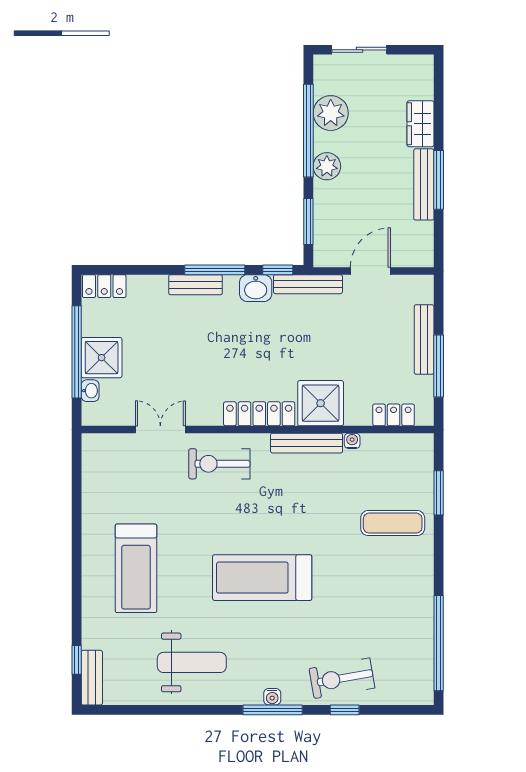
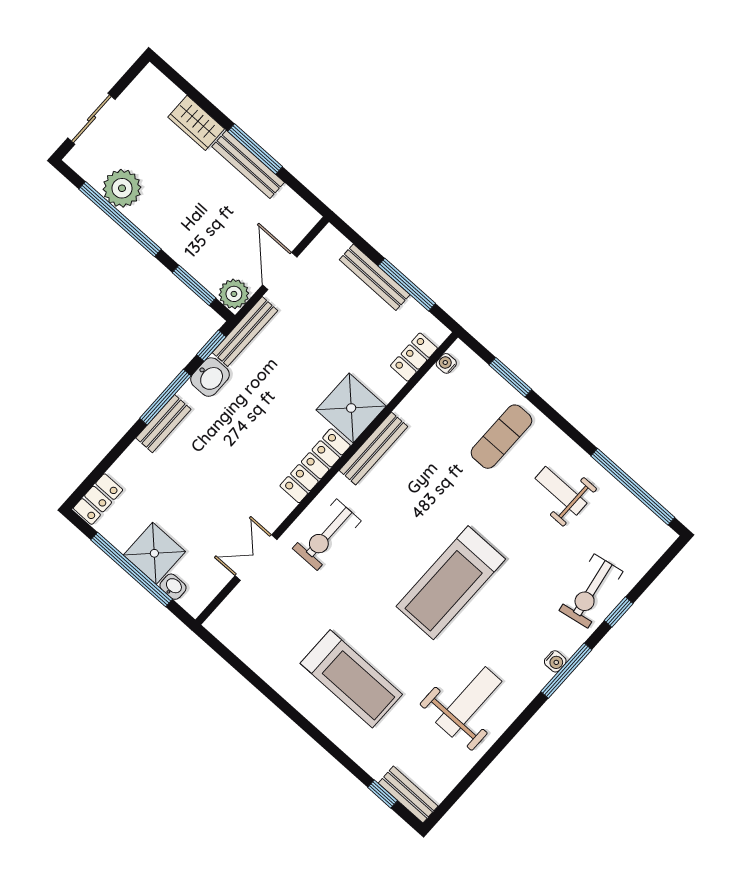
plant: (327, 166) -> (234, 294), moved
water cooler: (352, 441) -> (446, 363), moved
weight bench: (392, 597) -> (561, 491), added

